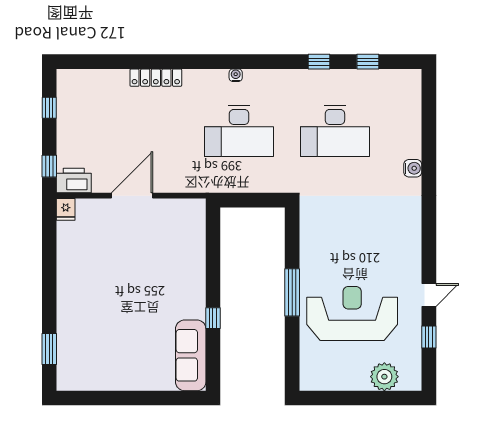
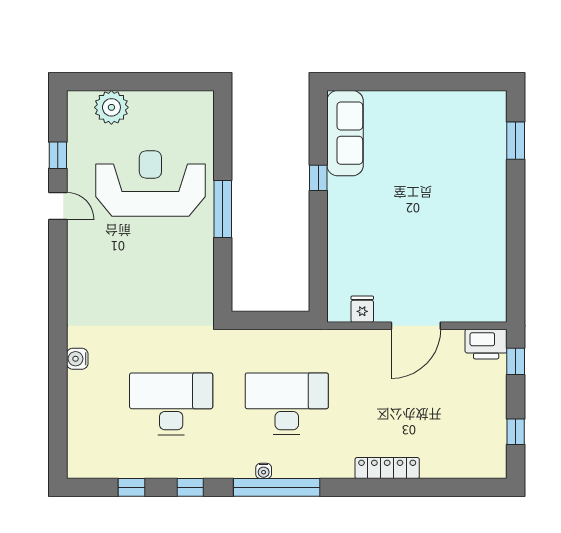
window: (247, 62) -> (277, 487), added
water cooler: (236, 75) -> (264, 471), moved
fridge: (66, 209) -> (362, 309), moved
door: (429, 295) -> (58, 206), swing flipped
reception desk: (352, 314) -> (150, 184), turned 180

